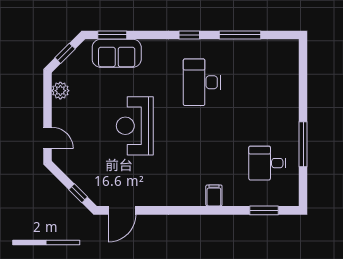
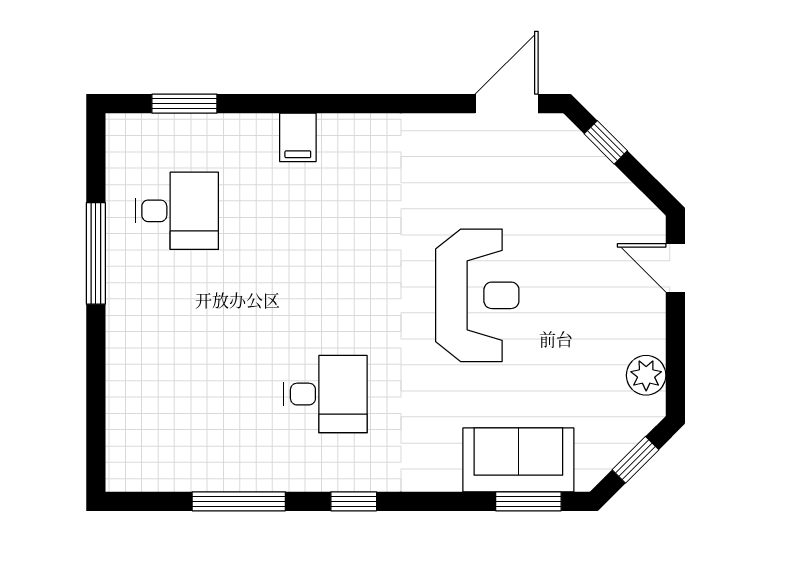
desk: (202, 82) -> (325, 394), width x0.73

